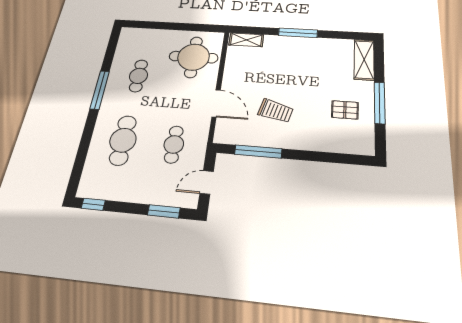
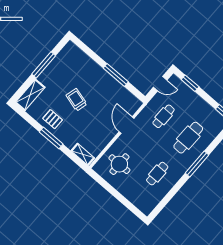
round table: (193, 57) -> (119, 164), width x0.73, depth x0.73
window: (100, 90) -> (197, 164), moved
pallet: (345, 110) -> (53, 119), moved
trolley: (276, 111) -> (77, 100), moved
window: (258, 151) -> (116, 75), moved

